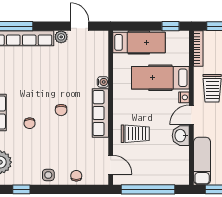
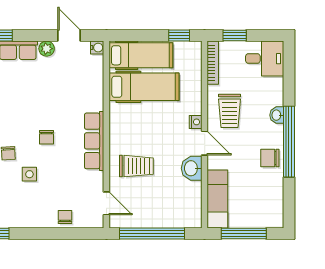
hospital bed: (160, 78) -> (144, 87), moved, turned 180
water cooler: (103, 82) -> (97, 48), moved
door: (191, 115) -> (205, 143), swing flipped
side table: (48, 175) -> (29, 174), moved

